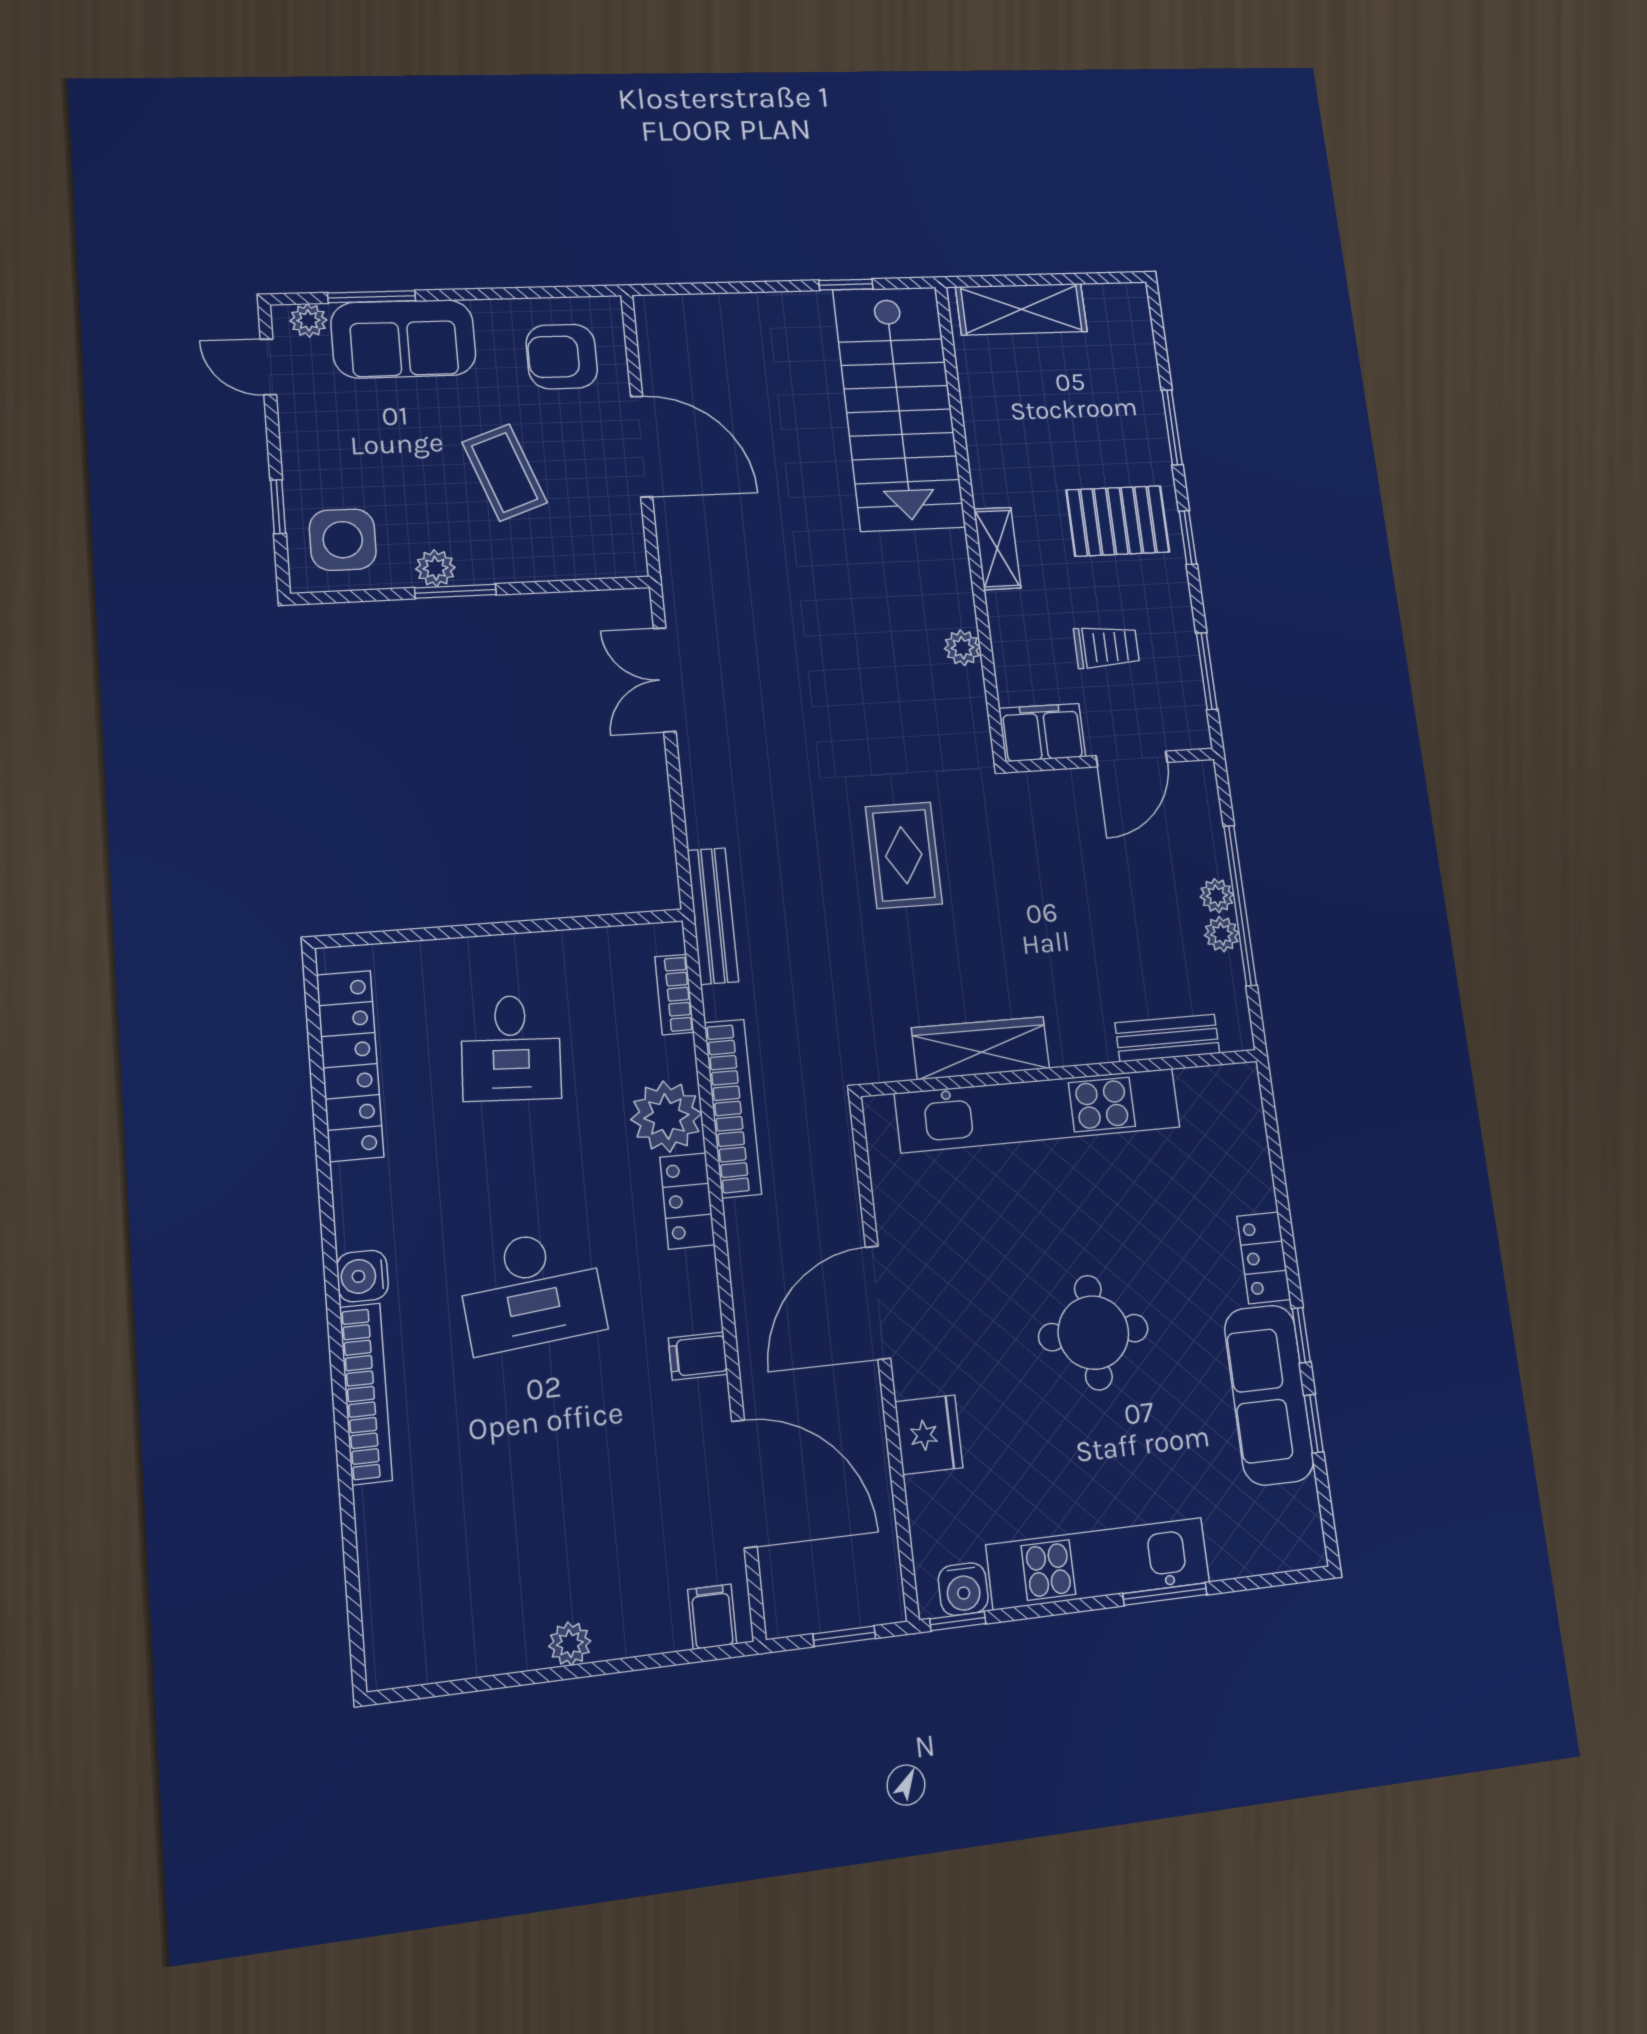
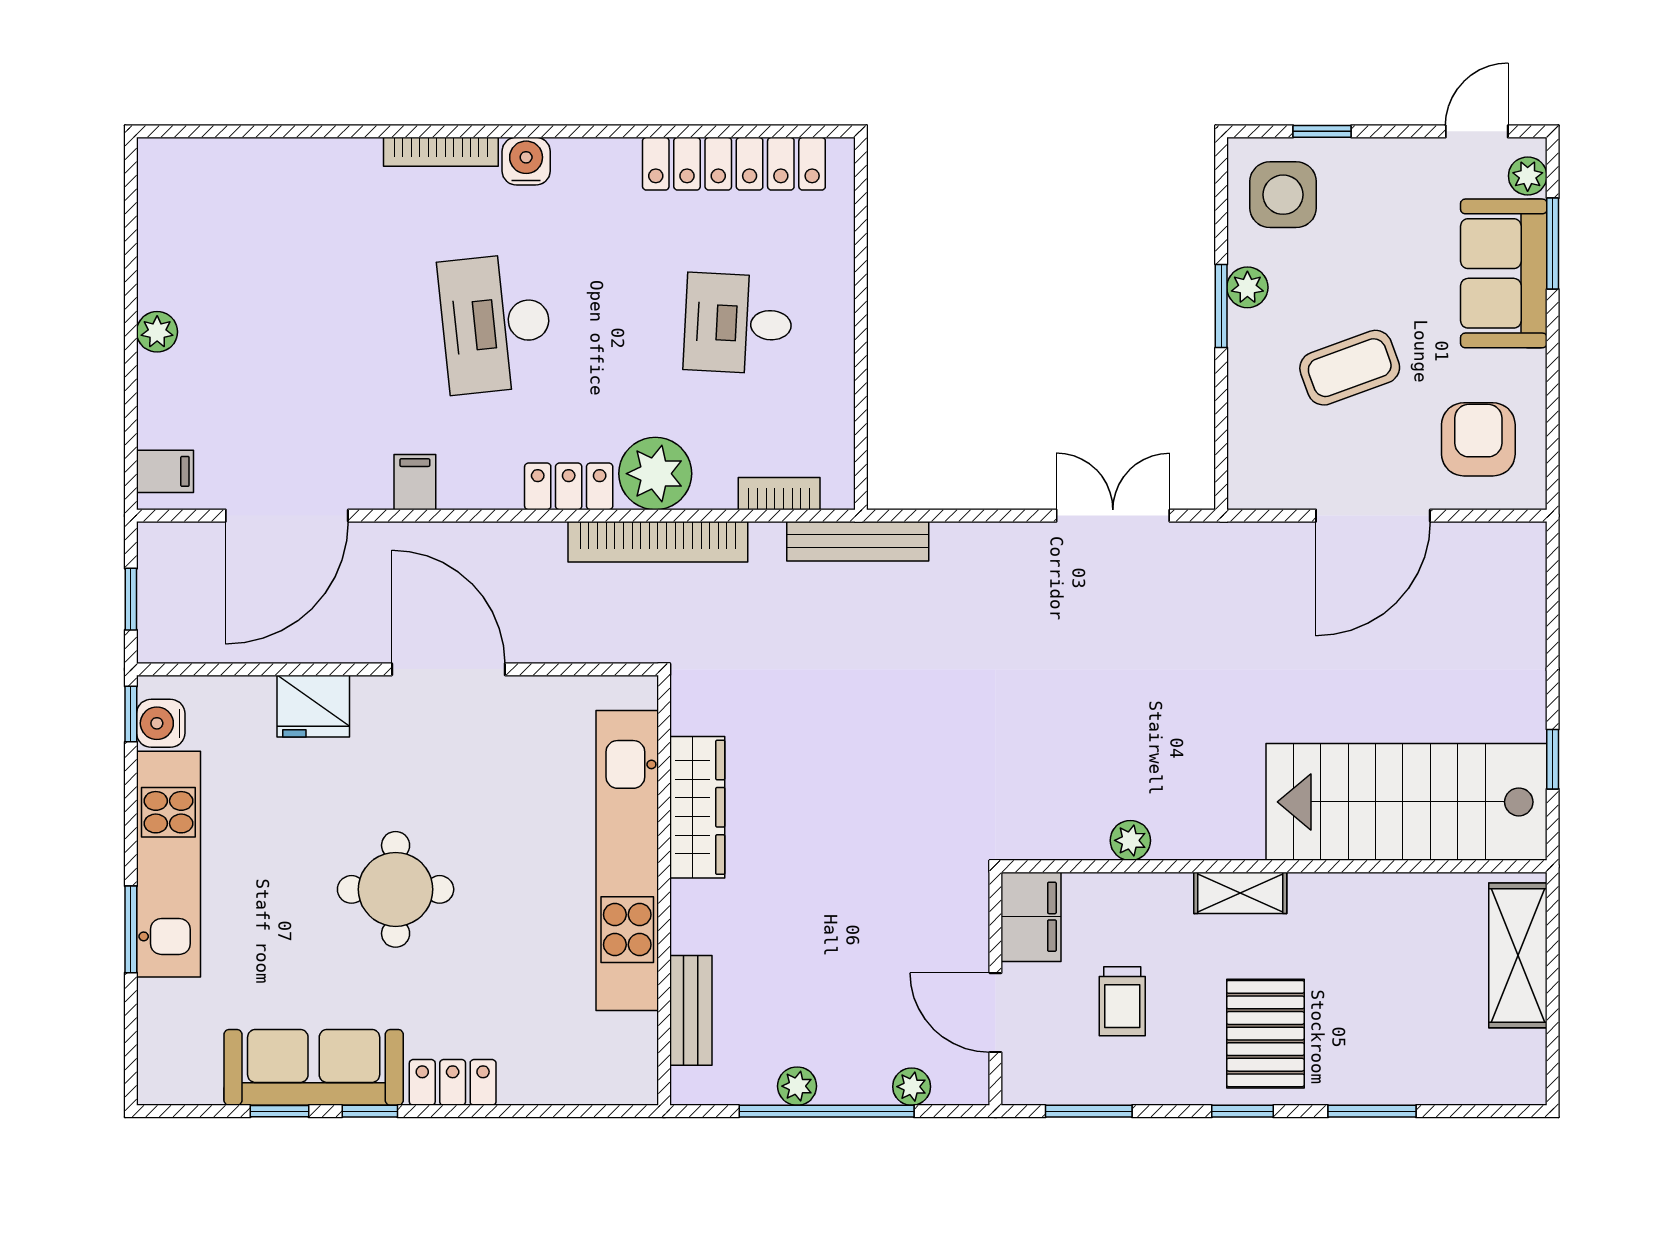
rug: (904, 855) -> (907, 750), removed
plant: (1217, 896) -> (912, 1087), moved
bookcase: (366, 1394) -> (441, 152), width x0.68, depth x0.76

